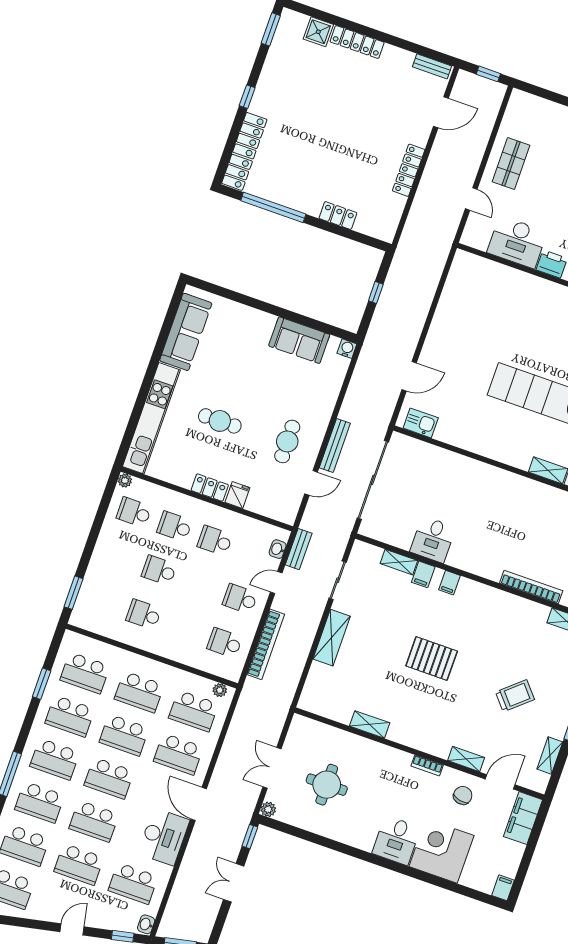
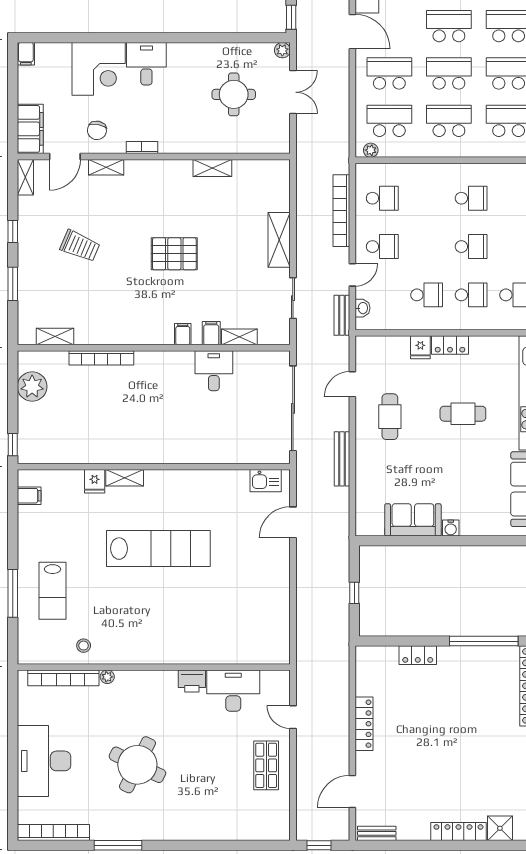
water cooler: (347, 349) -> (451, 528), moved
bench: (335, 445) -> (342, 459), moved
trolley: (515, 696) -> (80, 246), turned -116
shelving: (550, 756) -> (25, 177), moved

